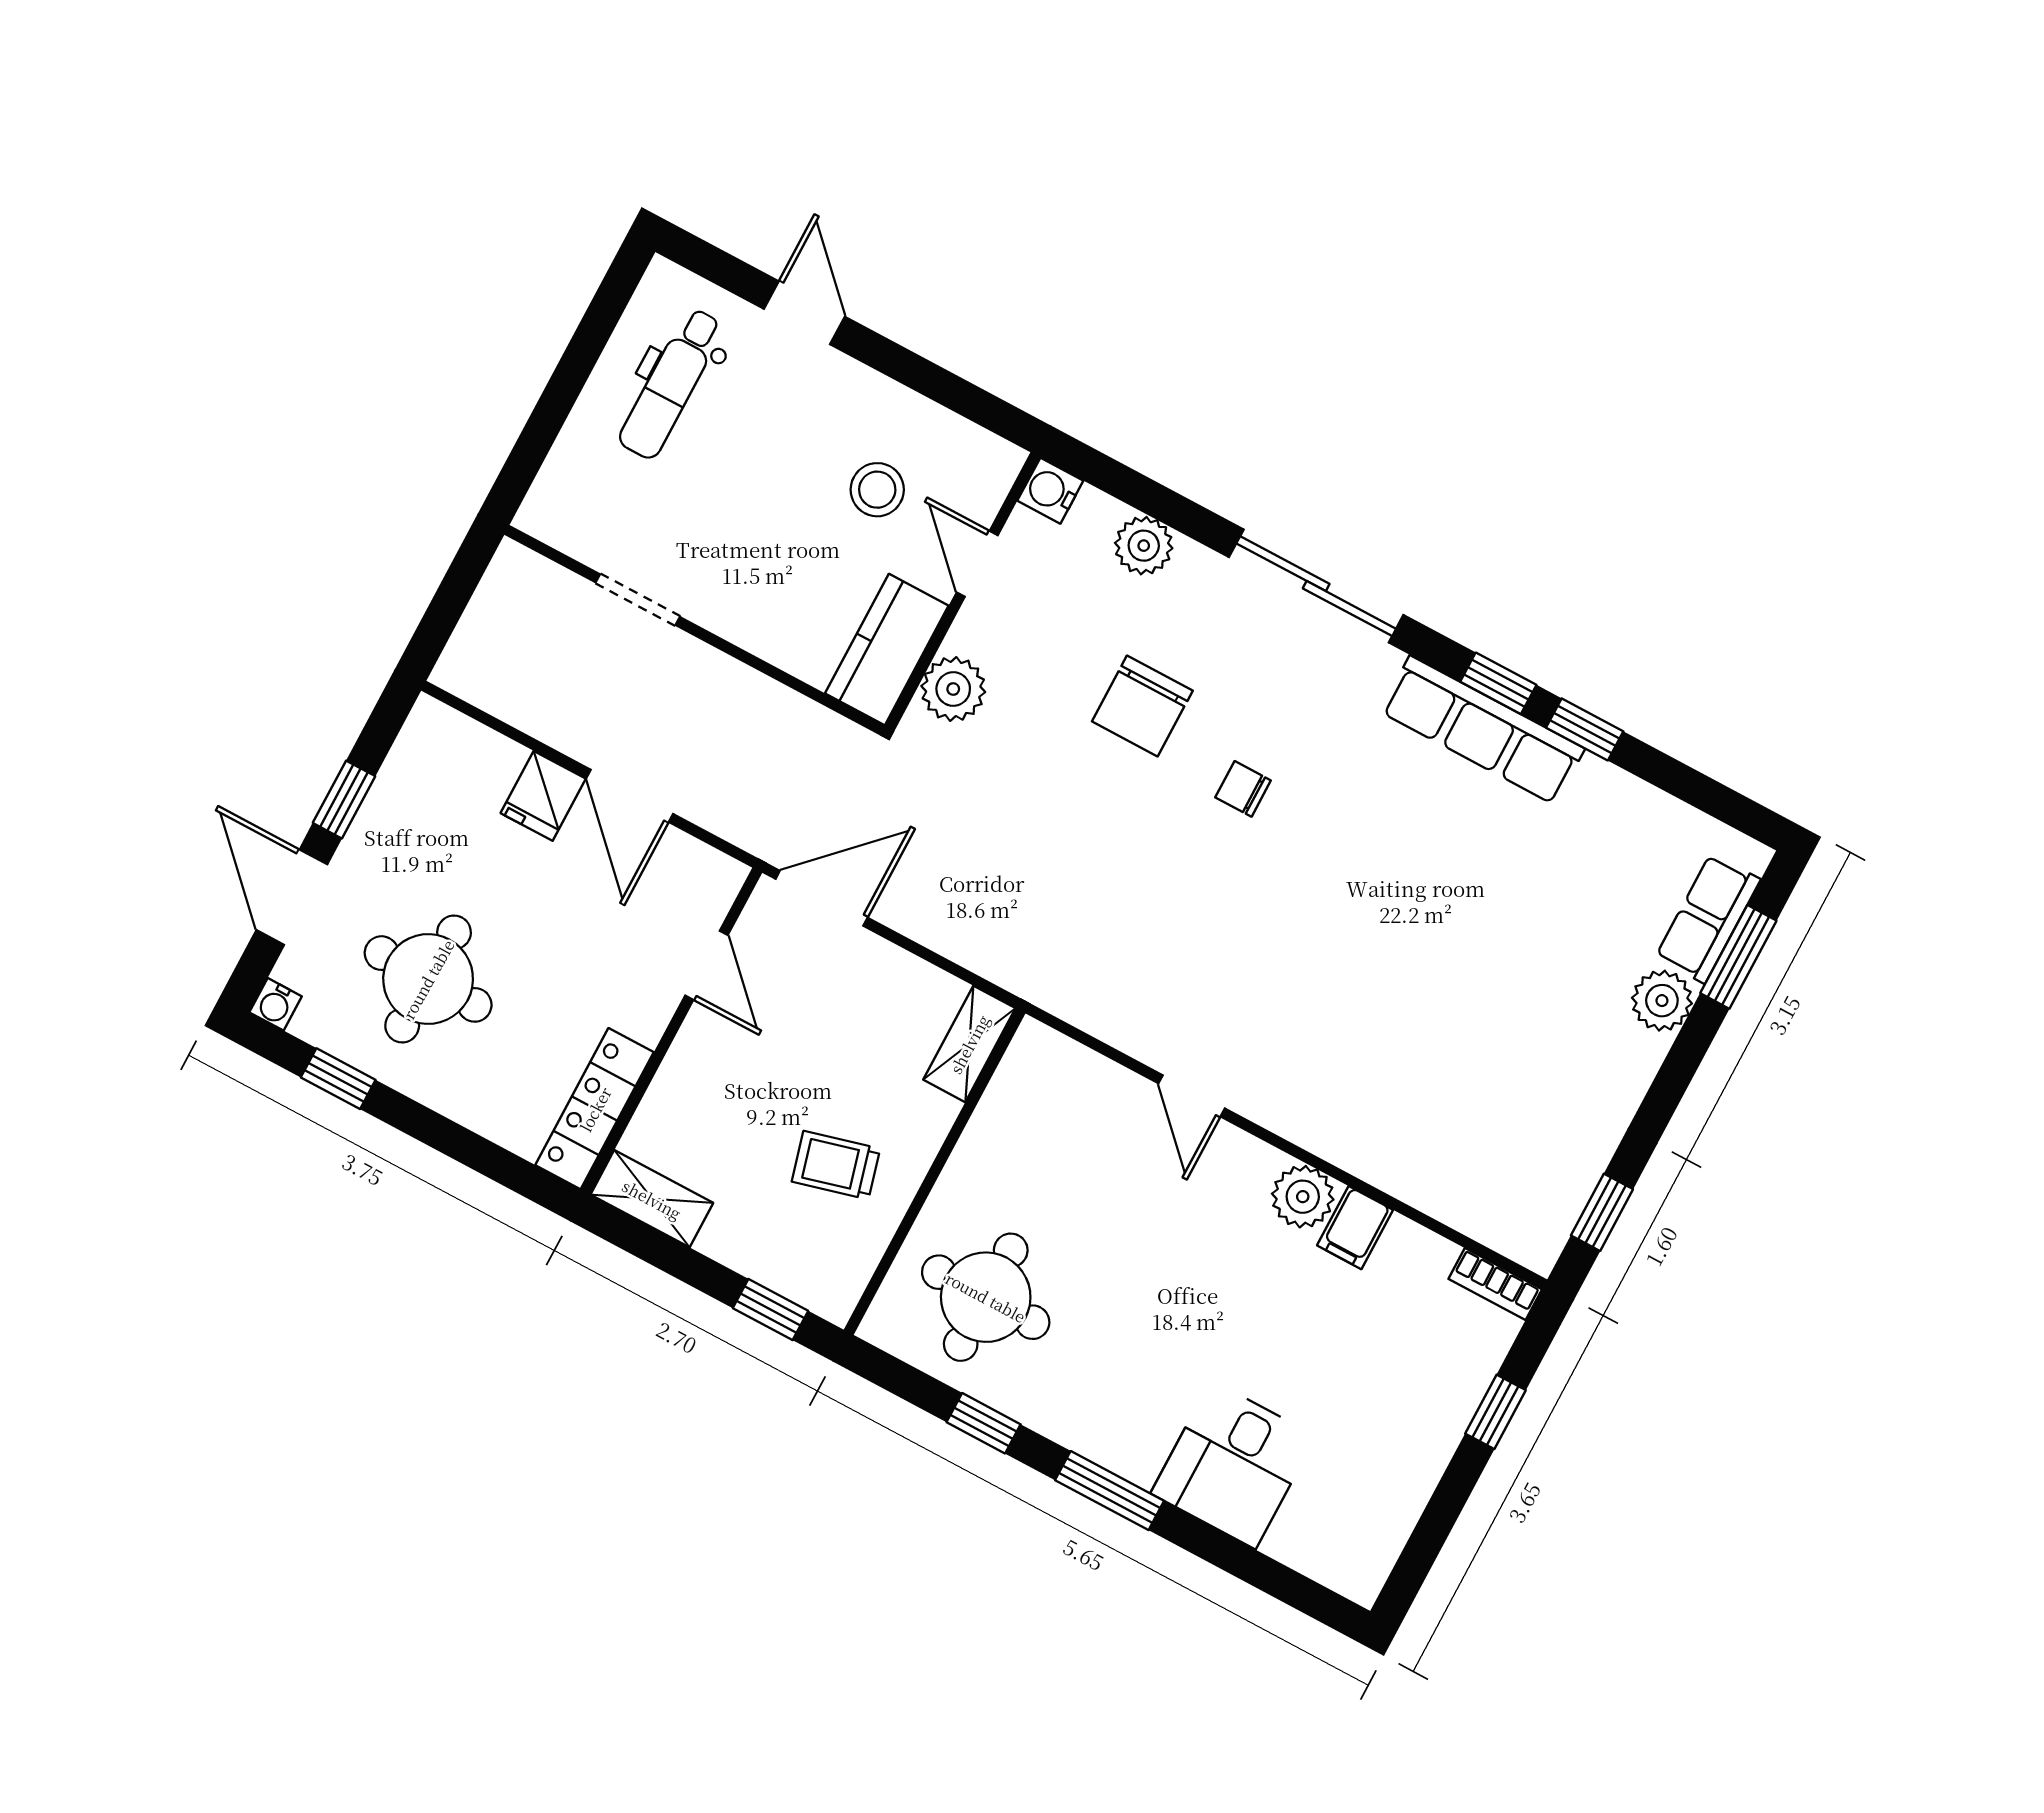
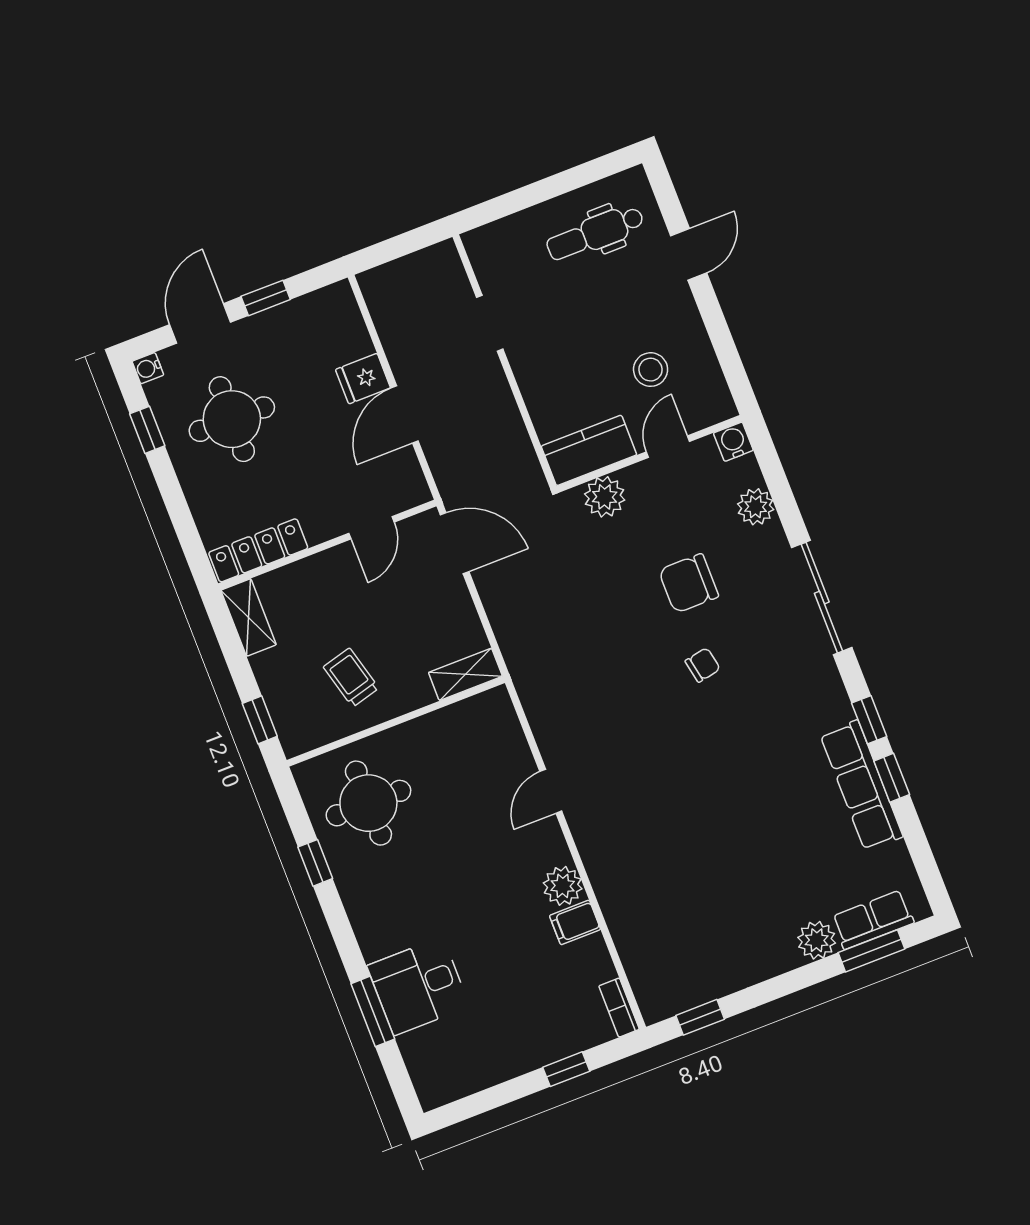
row of seats: (1482, 730) -> (861, 785), moved
chair: (1243, 789) -> (703, 665), turned 79
window: (1110, 1491) -> (373, 1011), moved

